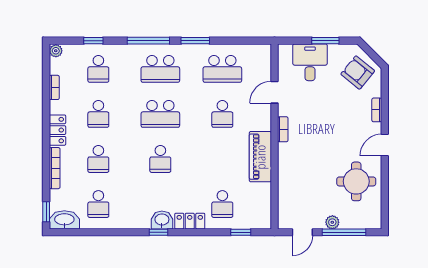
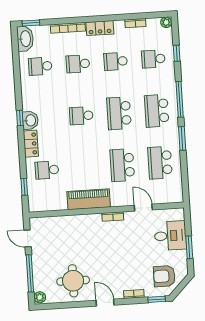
armchair: (358, 72) -> (164, 276), turned -129
window: (385, 83) -> (157, 299), added
school desk: (222, 114) -> (122, 165), width x1.85
plant: (332, 222) -> (40, 297), moved

